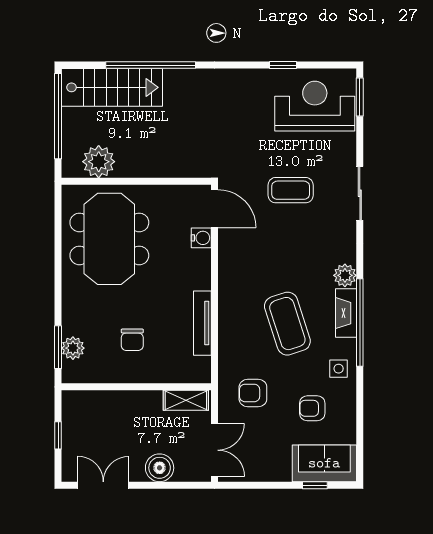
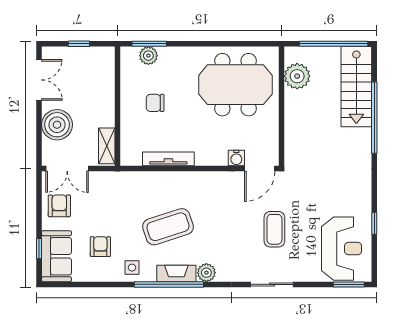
armchair: (253, 393) -> (59, 206), moved
boiler: (160, 468) -> (57, 125), width x1.37, depth x1.37

